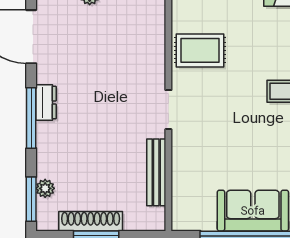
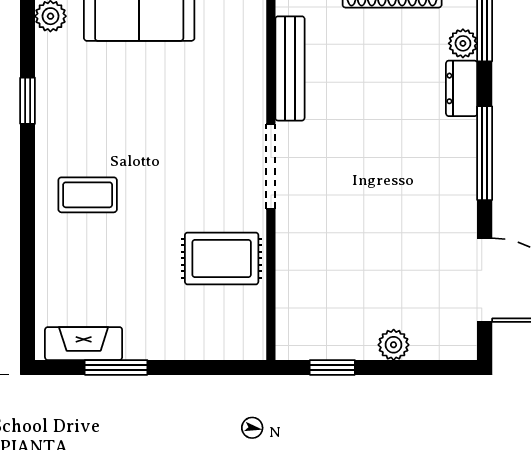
dresser: (46, 102) -> (462, 88), moved
doorway: (168, 110) -> (271, 166), width x1.38

